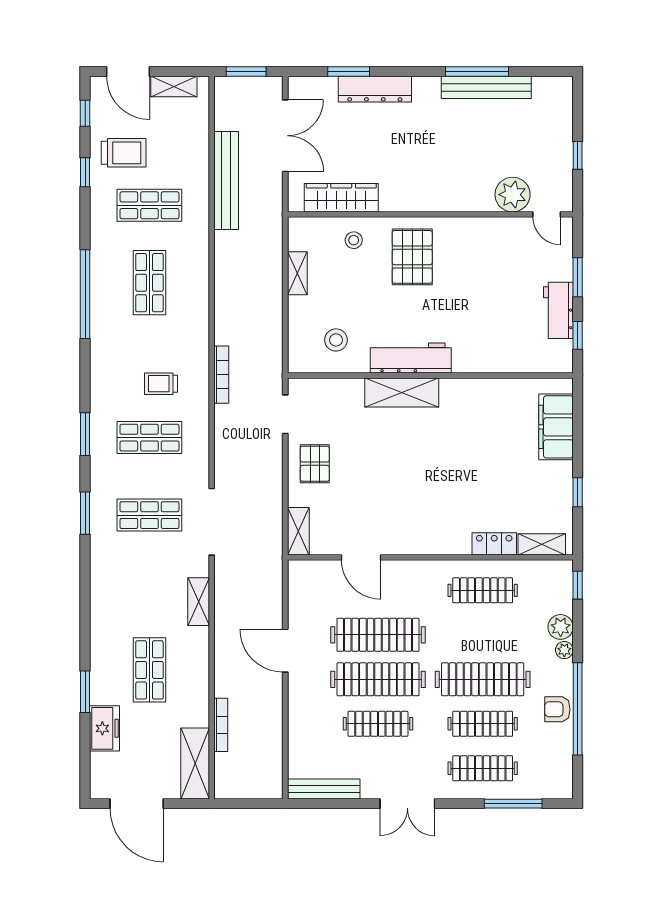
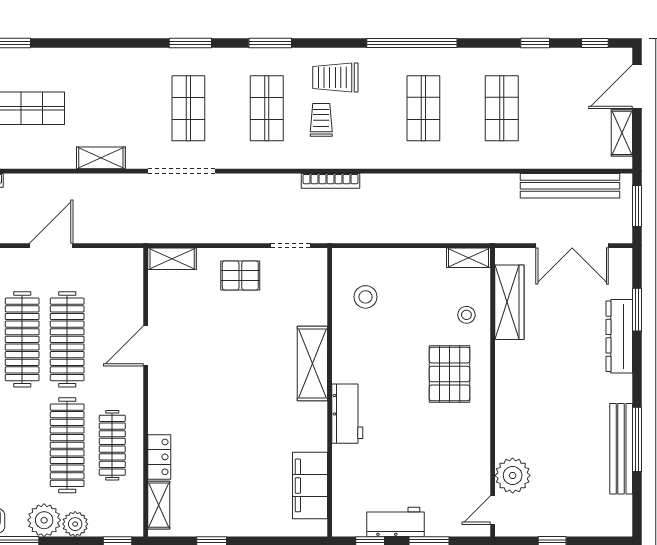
trolley: (124, 153) -> (335, 77), moved, turned 90
bench: (226, 181) -> (570, 186), moved
pallet: (412, 257) -> (449, 374), turned 90
shelving: (297, 273) -> (468, 258), moved
shop shelf: (149, 283) -> (423, 108), turned 90
workbench: (411, 358) -> (347, 414), moved, width x0.73
filing cabinet: (556, 427) -> (310, 485), moved, turned -90
door: (361, 557) -> (146, 346), moved
plant: (564, 650) -> (44, 520), width x1.87, depth x1.87
clothes rail: (483, 679) -> (67, 445), moved

